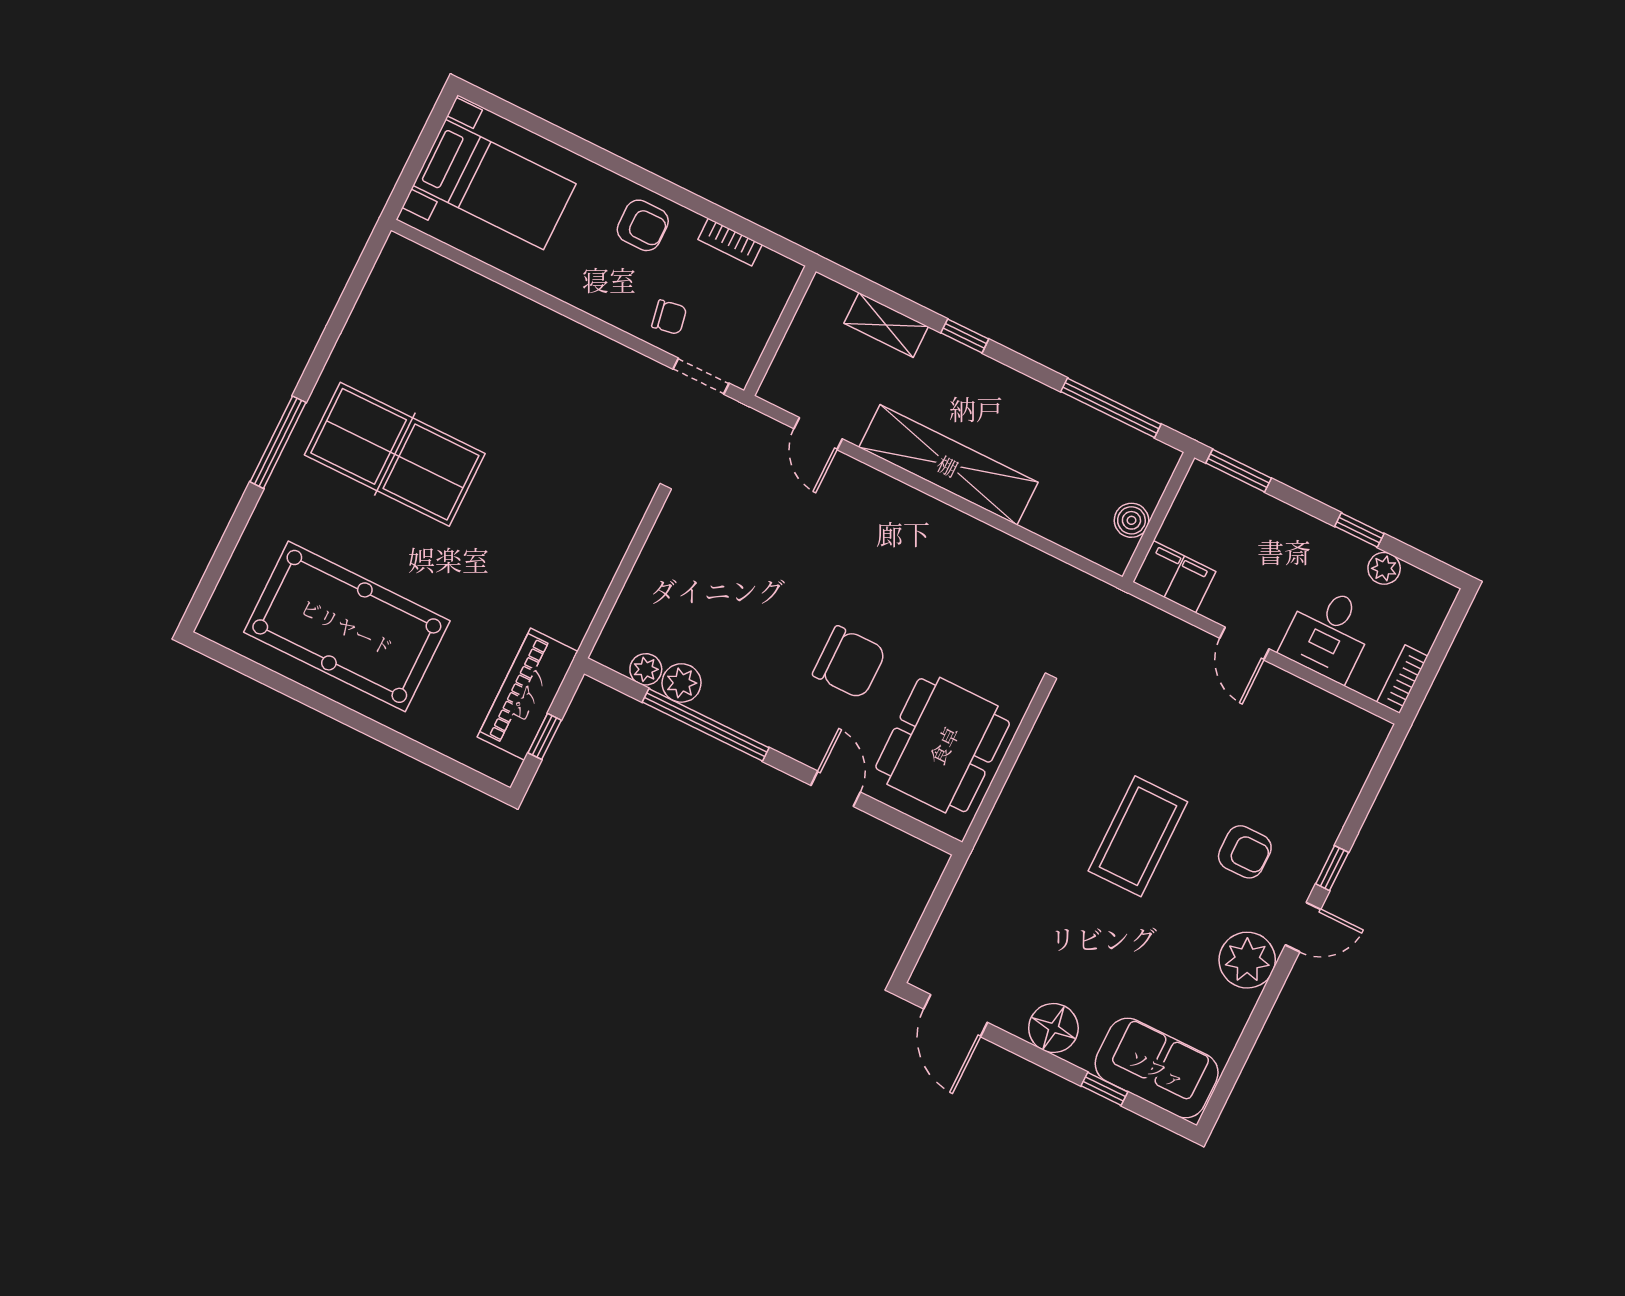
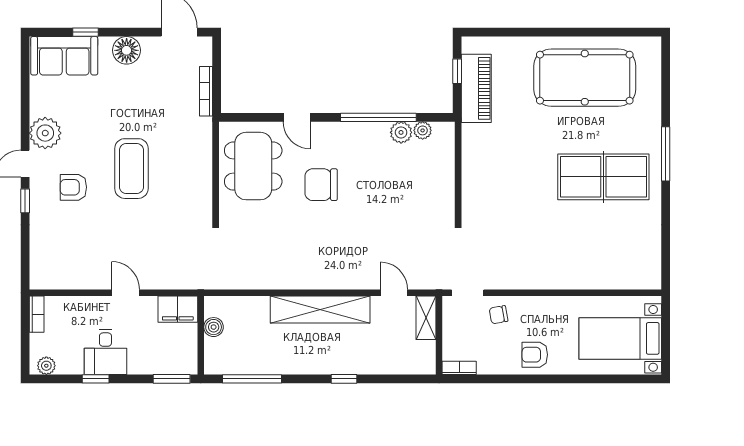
bookcase: (730, 242) -> (459, 368), moved
shelving: (886, 325) -> (426, 318), moved, turned 90
plant: (1384, 568) -> (46, 366), moved
desk: (1328, 633) -> (105, 352), moved, turned 180
bookcase: (959, 901) -> (206, 91), added

